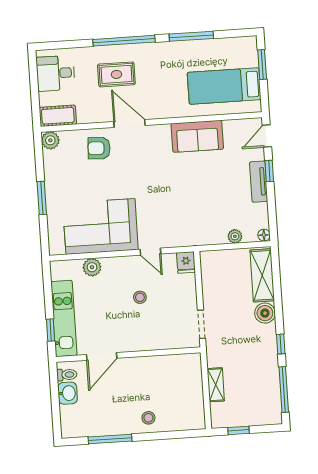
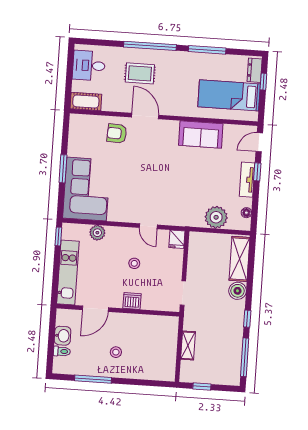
dresser: (250, 53) -> (255, 70), added
window: (262, 64) -> (263, 82), width x0.67
plant: (50, 140) -> (77, 121), removed
corner sofa: (100, 226) -> (86, 189), moved, turned 90
floor lamp: (264, 235) -> (246, 213), moved
plant: (235, 236) -> (216, 217), width x1.88, depth x1.88
window: (50, 330) -> (58, 236), moved
dishwasher: (143, 342) -> (132, 301), added
toilet: (67, 375) -> (62, 351), moved
stool: (148, 418) -> (116, 352), moved

